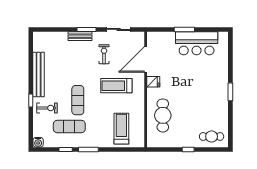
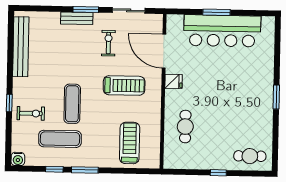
bar counter: (197, 43) -> (222, 31), width x1.36
door: (146, 59) -> (164, 51), hinge flipped
bench: (39, 75) -> (21, 47), moved
treadmill: (116, 86) -> (124, 86), turned 180
cafe table: (163, 115) -> (185, 127), width x0.73, depth x0.74

